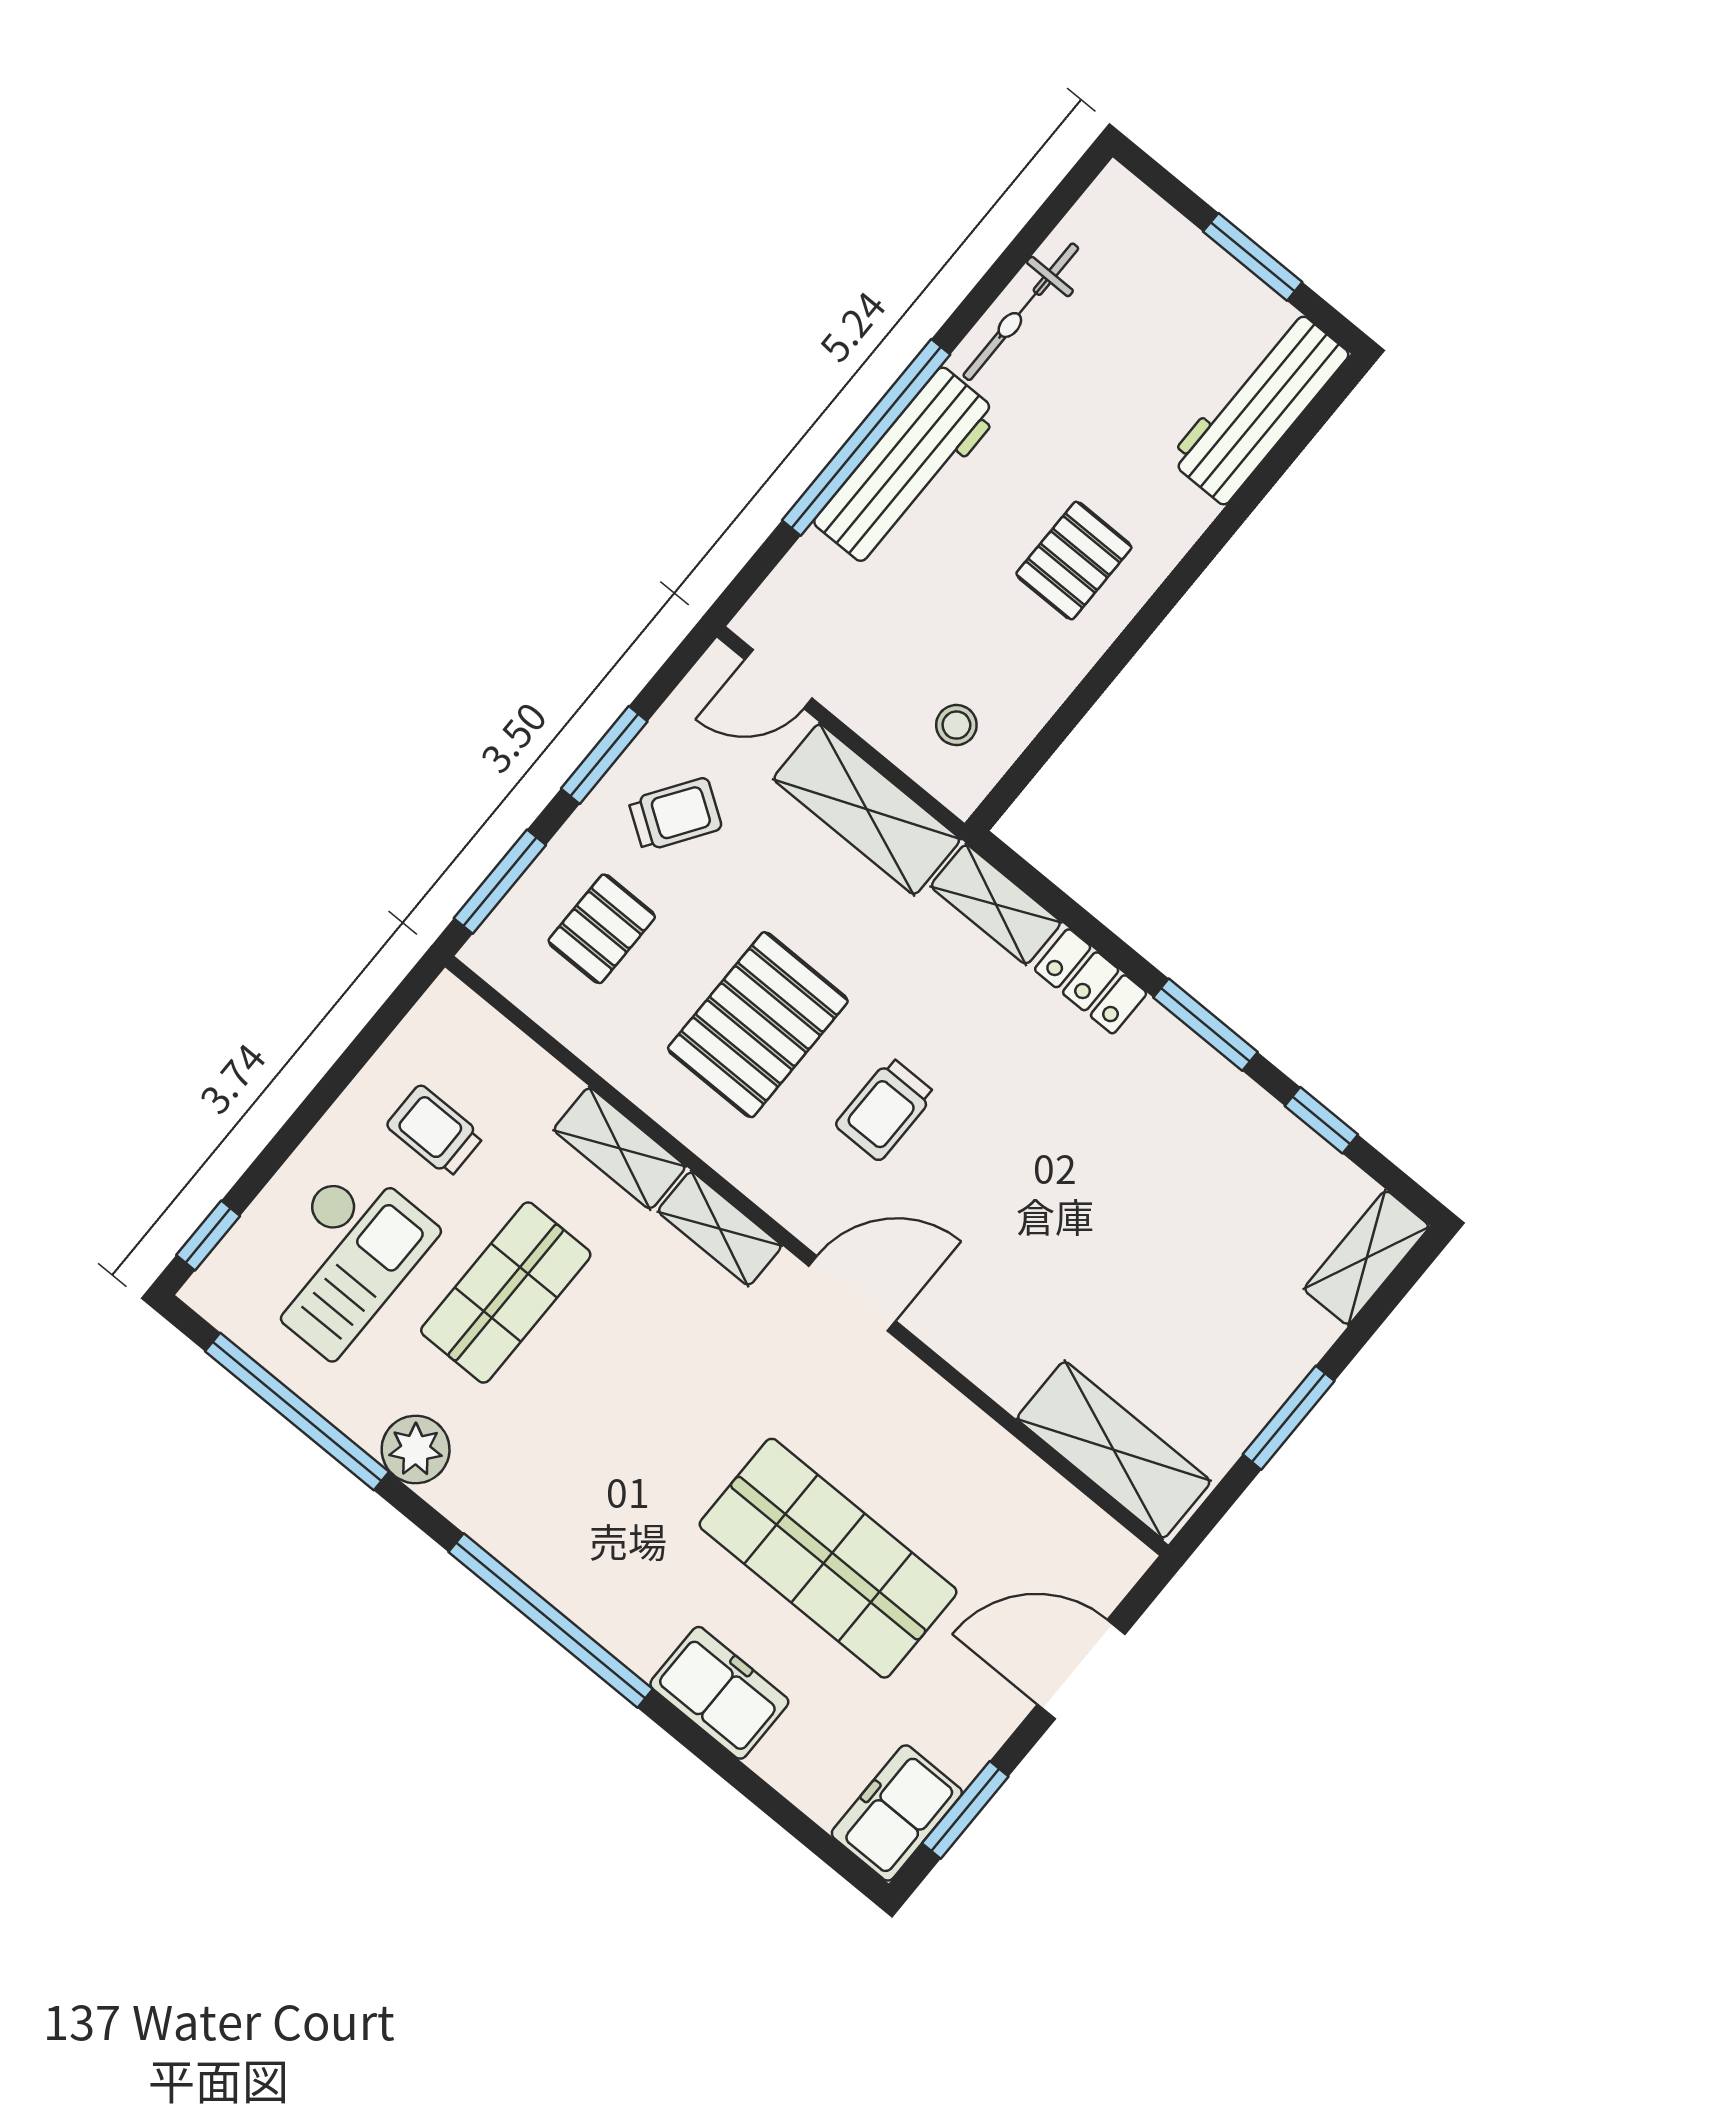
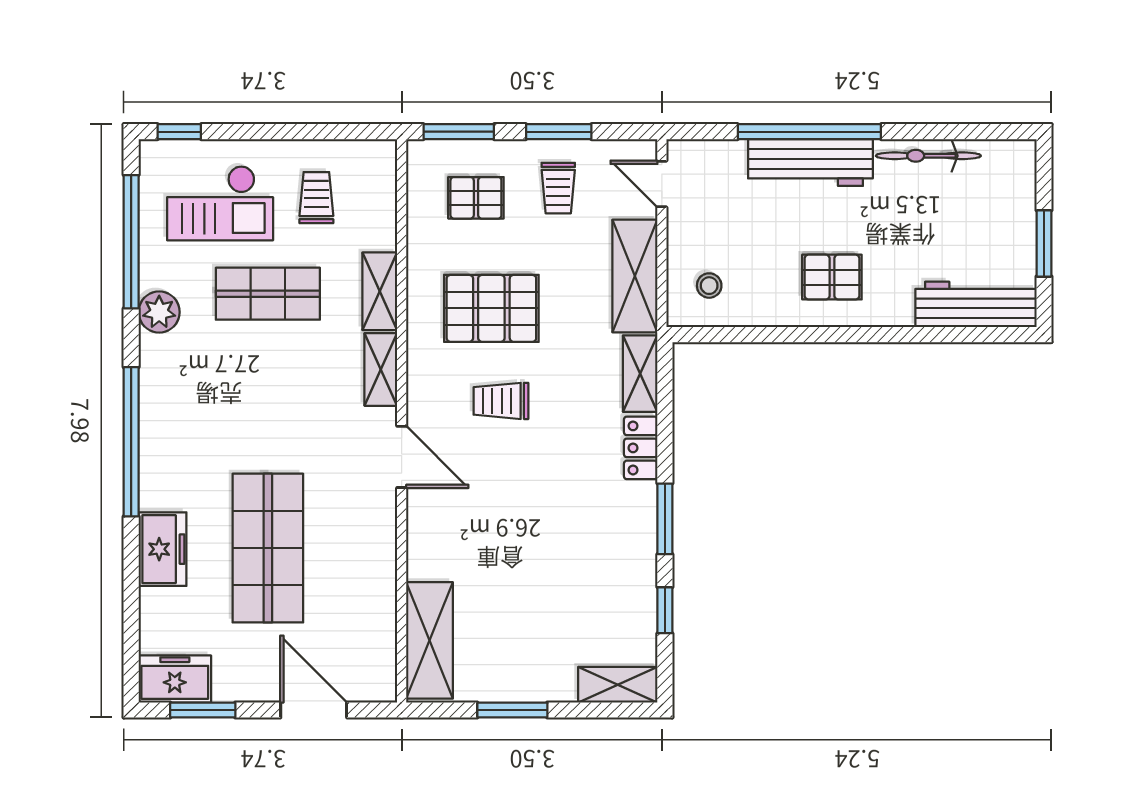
trolley: (675, 814) -> (558, 188), turned 56

